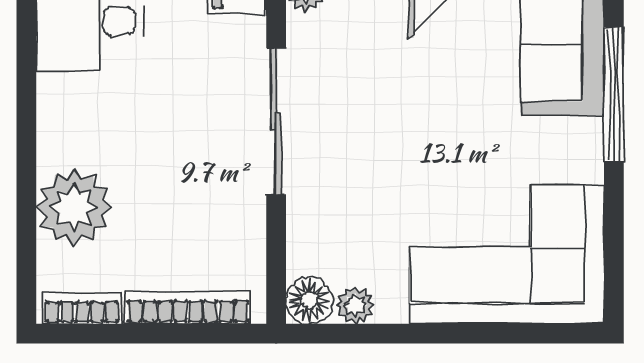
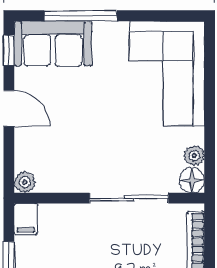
sliding door: (276, 121) -> (129, 198), moved

